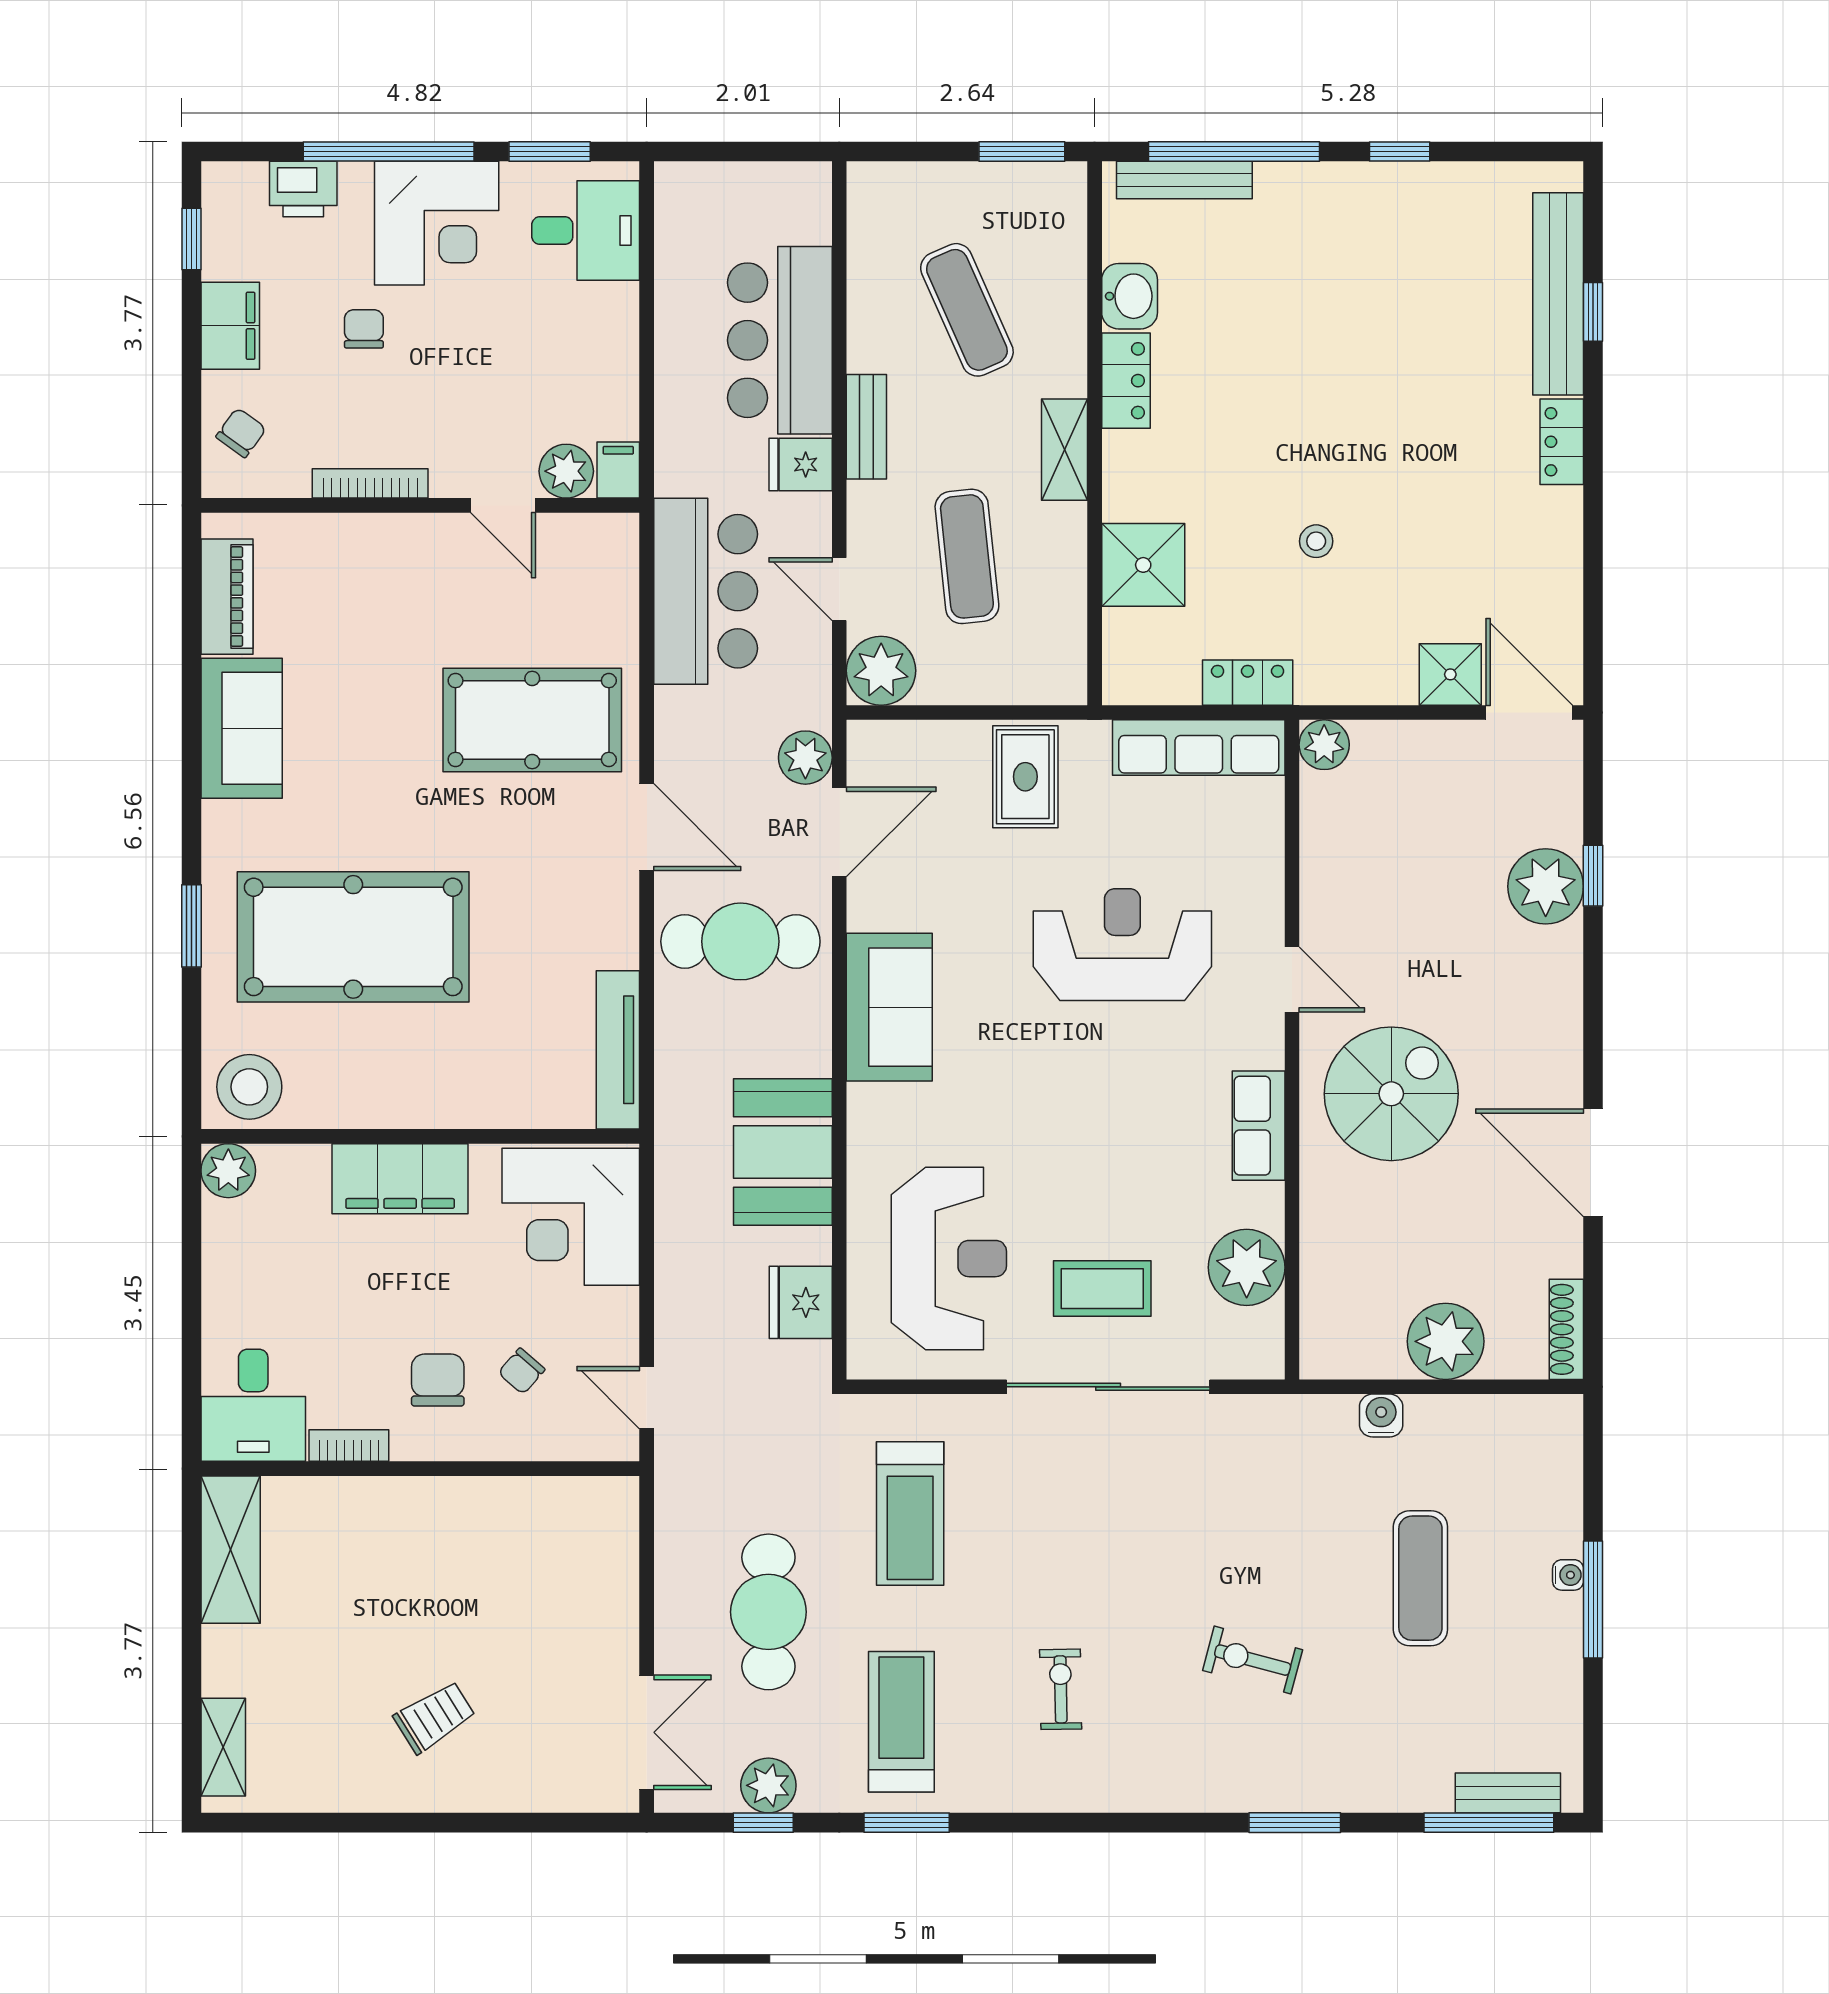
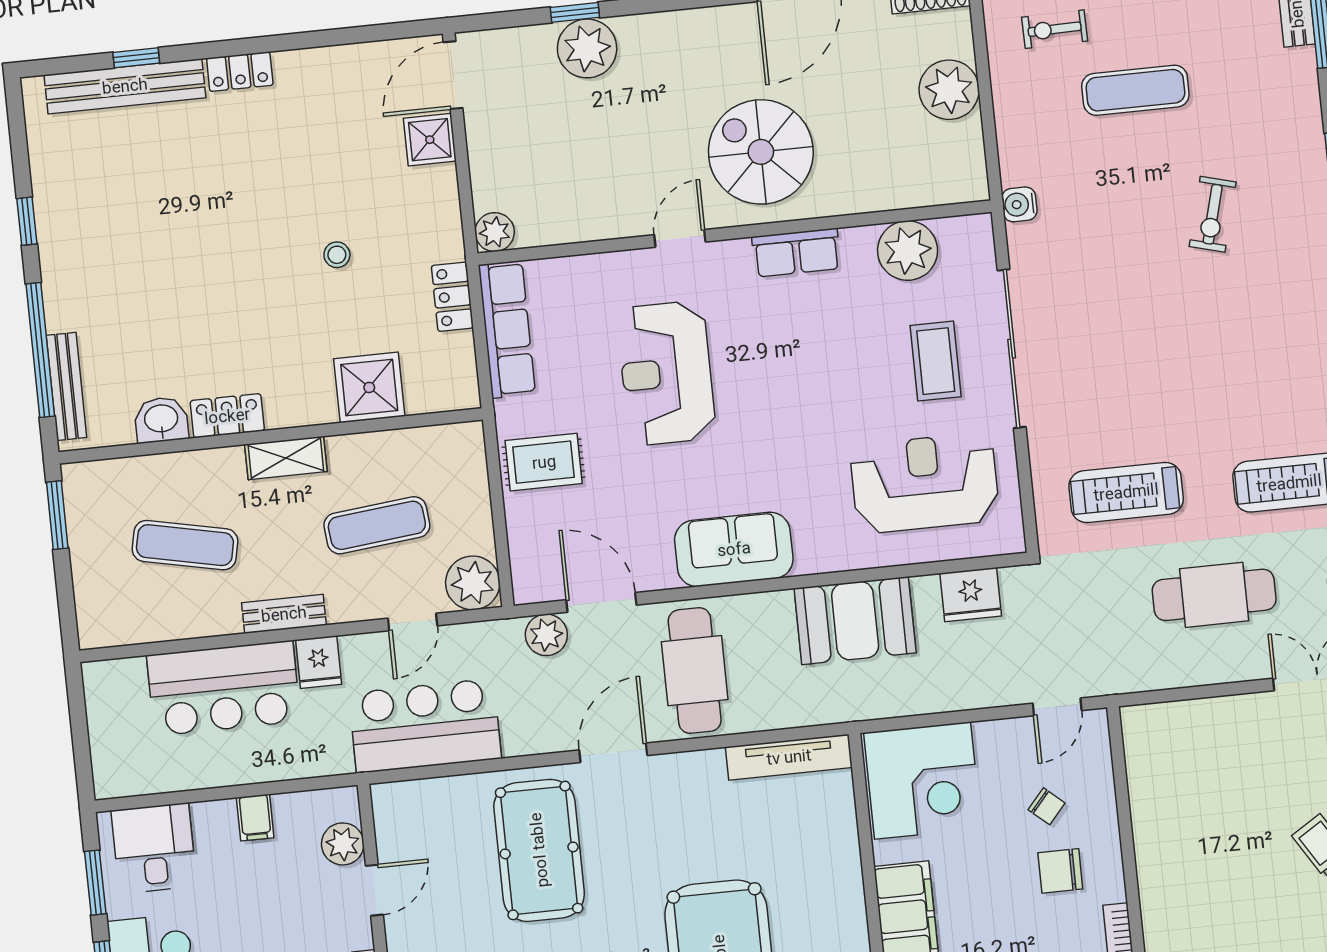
exercise mat: (967, 310) -> (185, 545), turned 36
filing cabinet: (618, 470) -> (255, 818), moved, turned -90
water cooler: (1381, 1416) -> (1019, 204), moved
treadmill: (910, 1513) -> (1126, 492), turned 180
exercise bike: (1061, 1689) -> (1055, 29), moved

